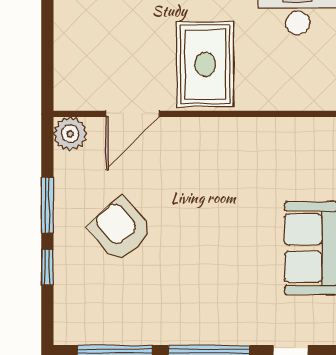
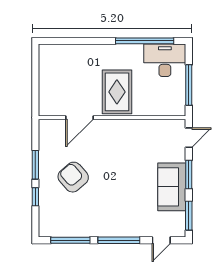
plant: (70, 134) -> (47, 128), removed

